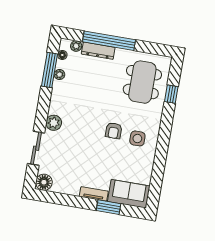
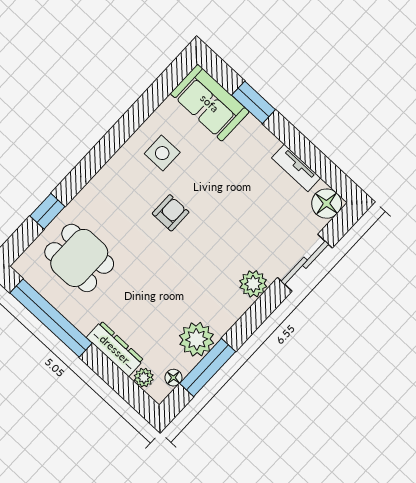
window: (109, 41) -> (51, 318), moved
plant: (59, 75) -> (197, 339), width x1.88, depth x1.88
dining table: (142, 82) -> (79, 258), width x0.73
side table: (137, 138) -> (162, 153), moved
tv unit: (94, 194) -> (296, 168), moved

